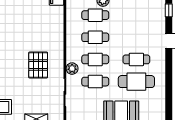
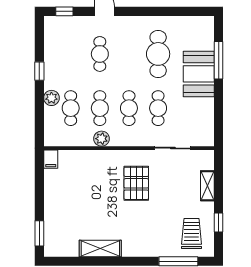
cafe table: (136, 59) -> (100, 54), moved
pallet: (38, 65) -> (136, 183), turned 90
plant: (72, 69) -> (102, 139), moved

